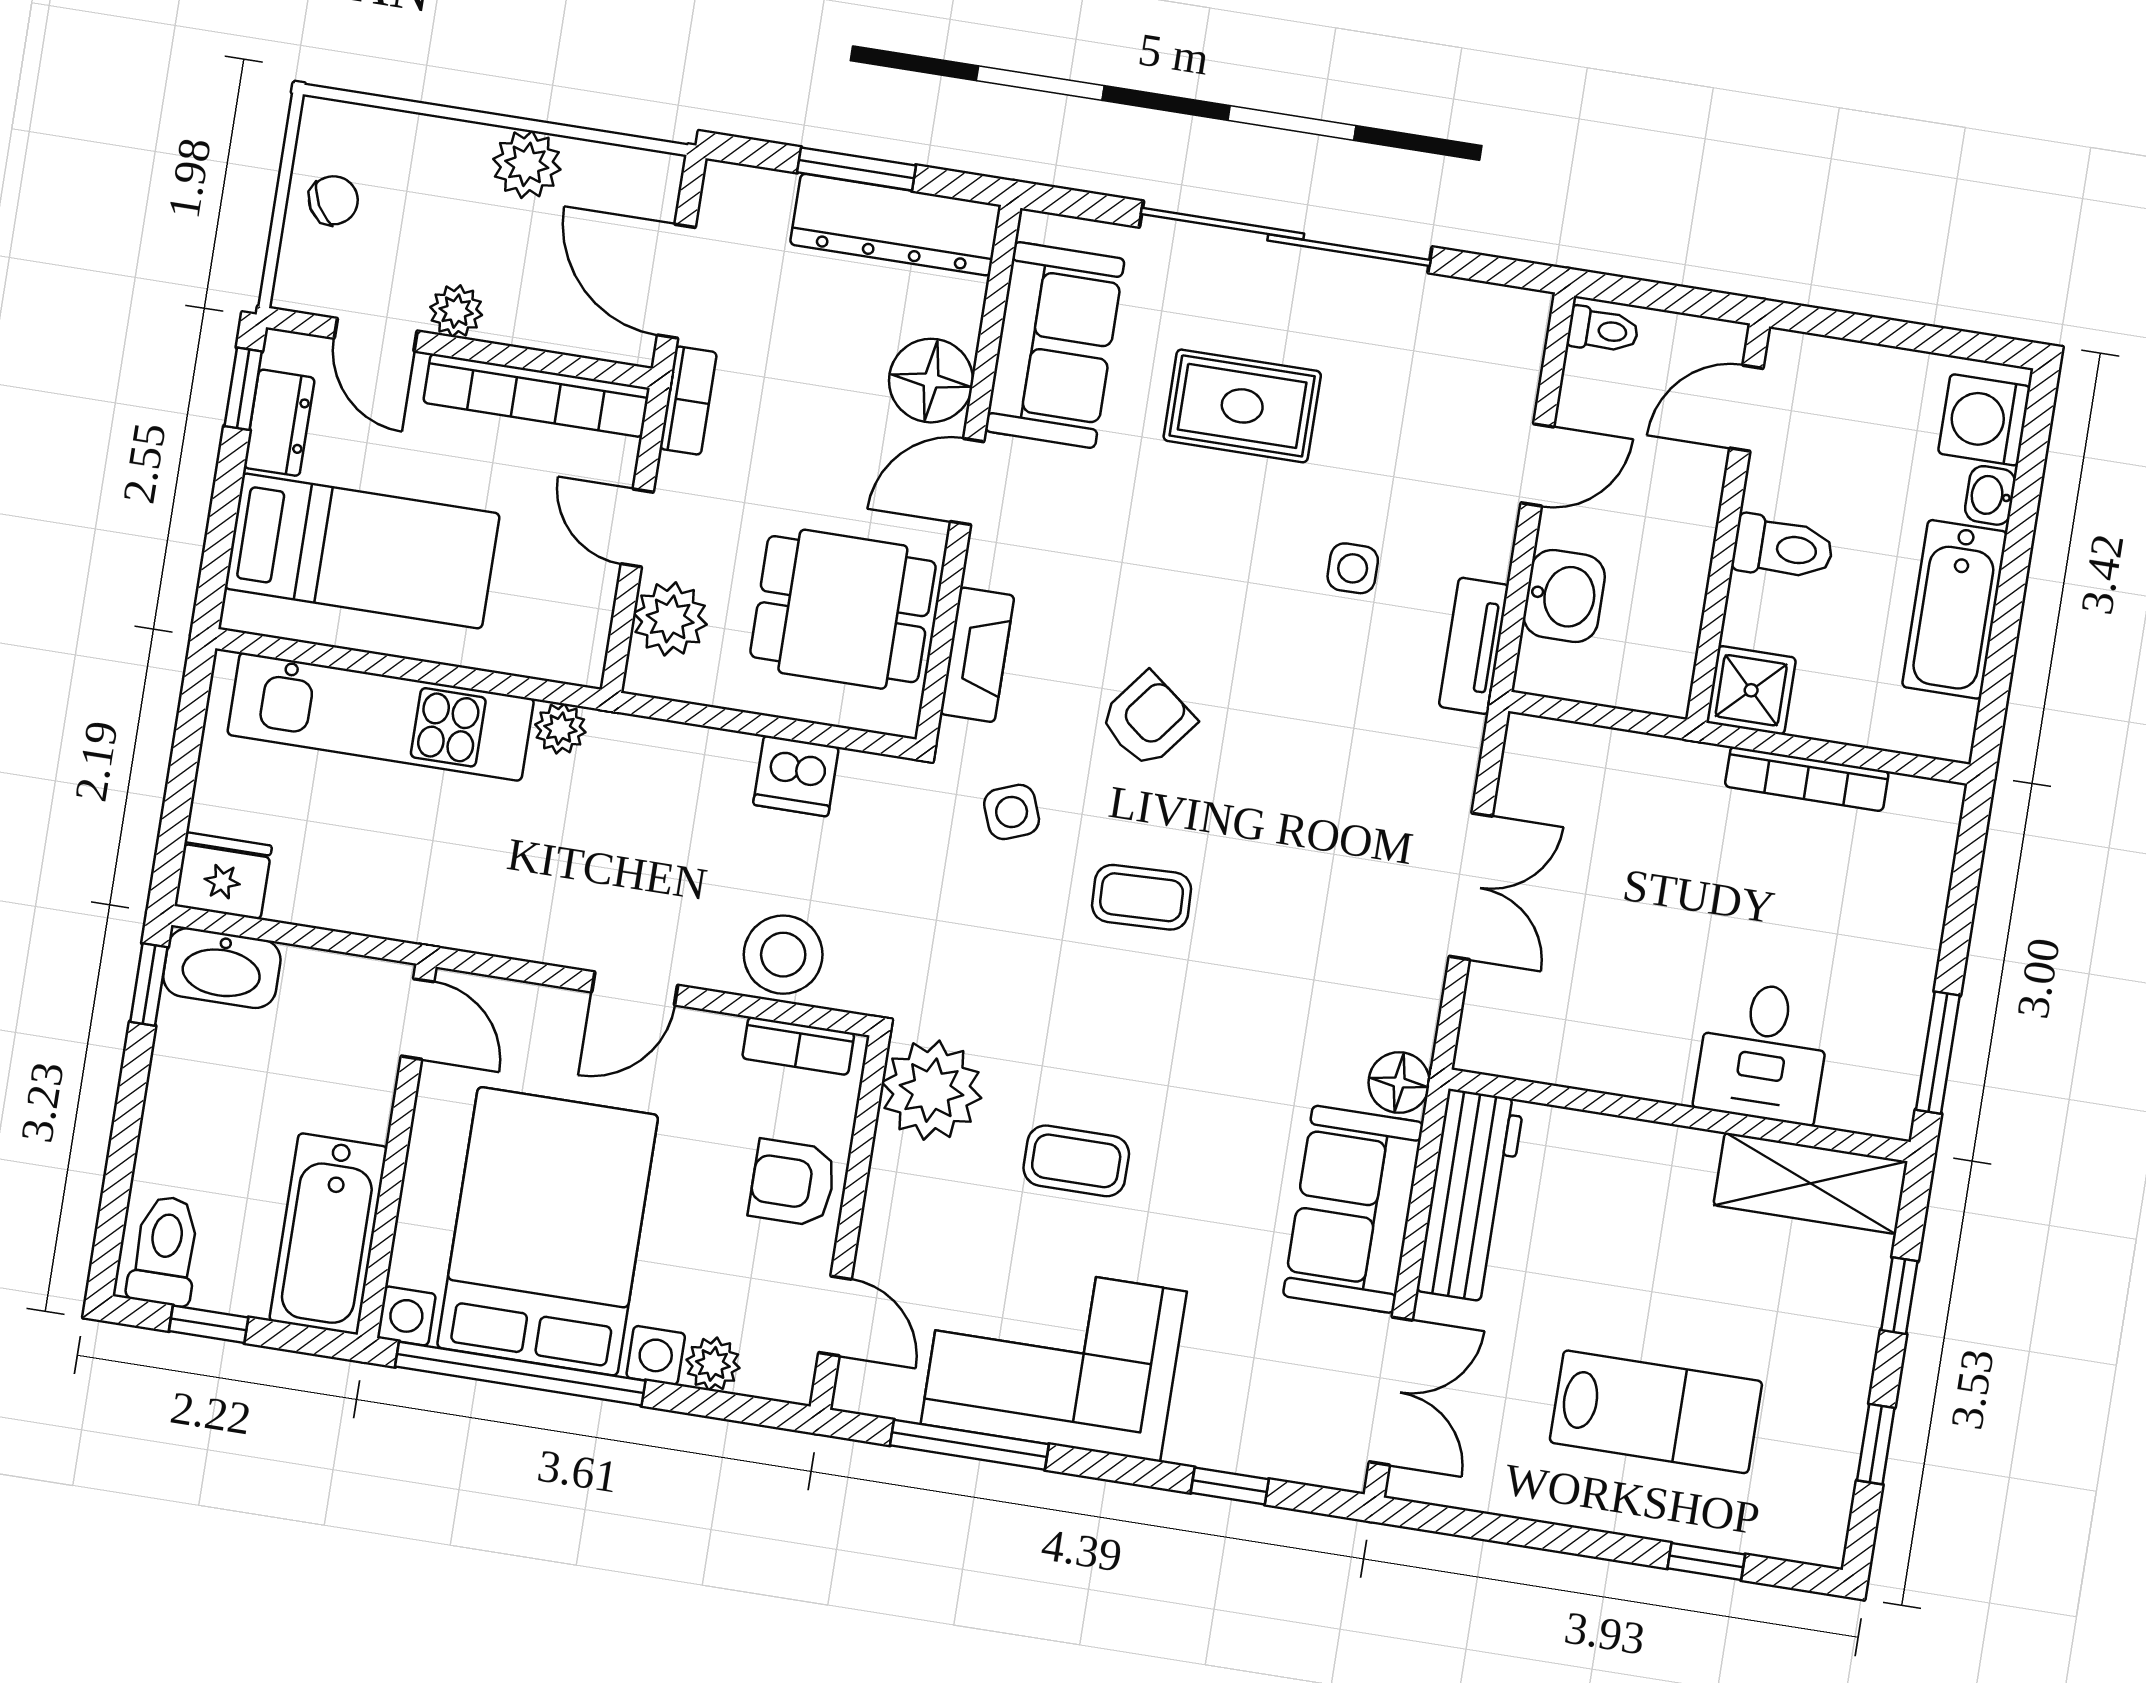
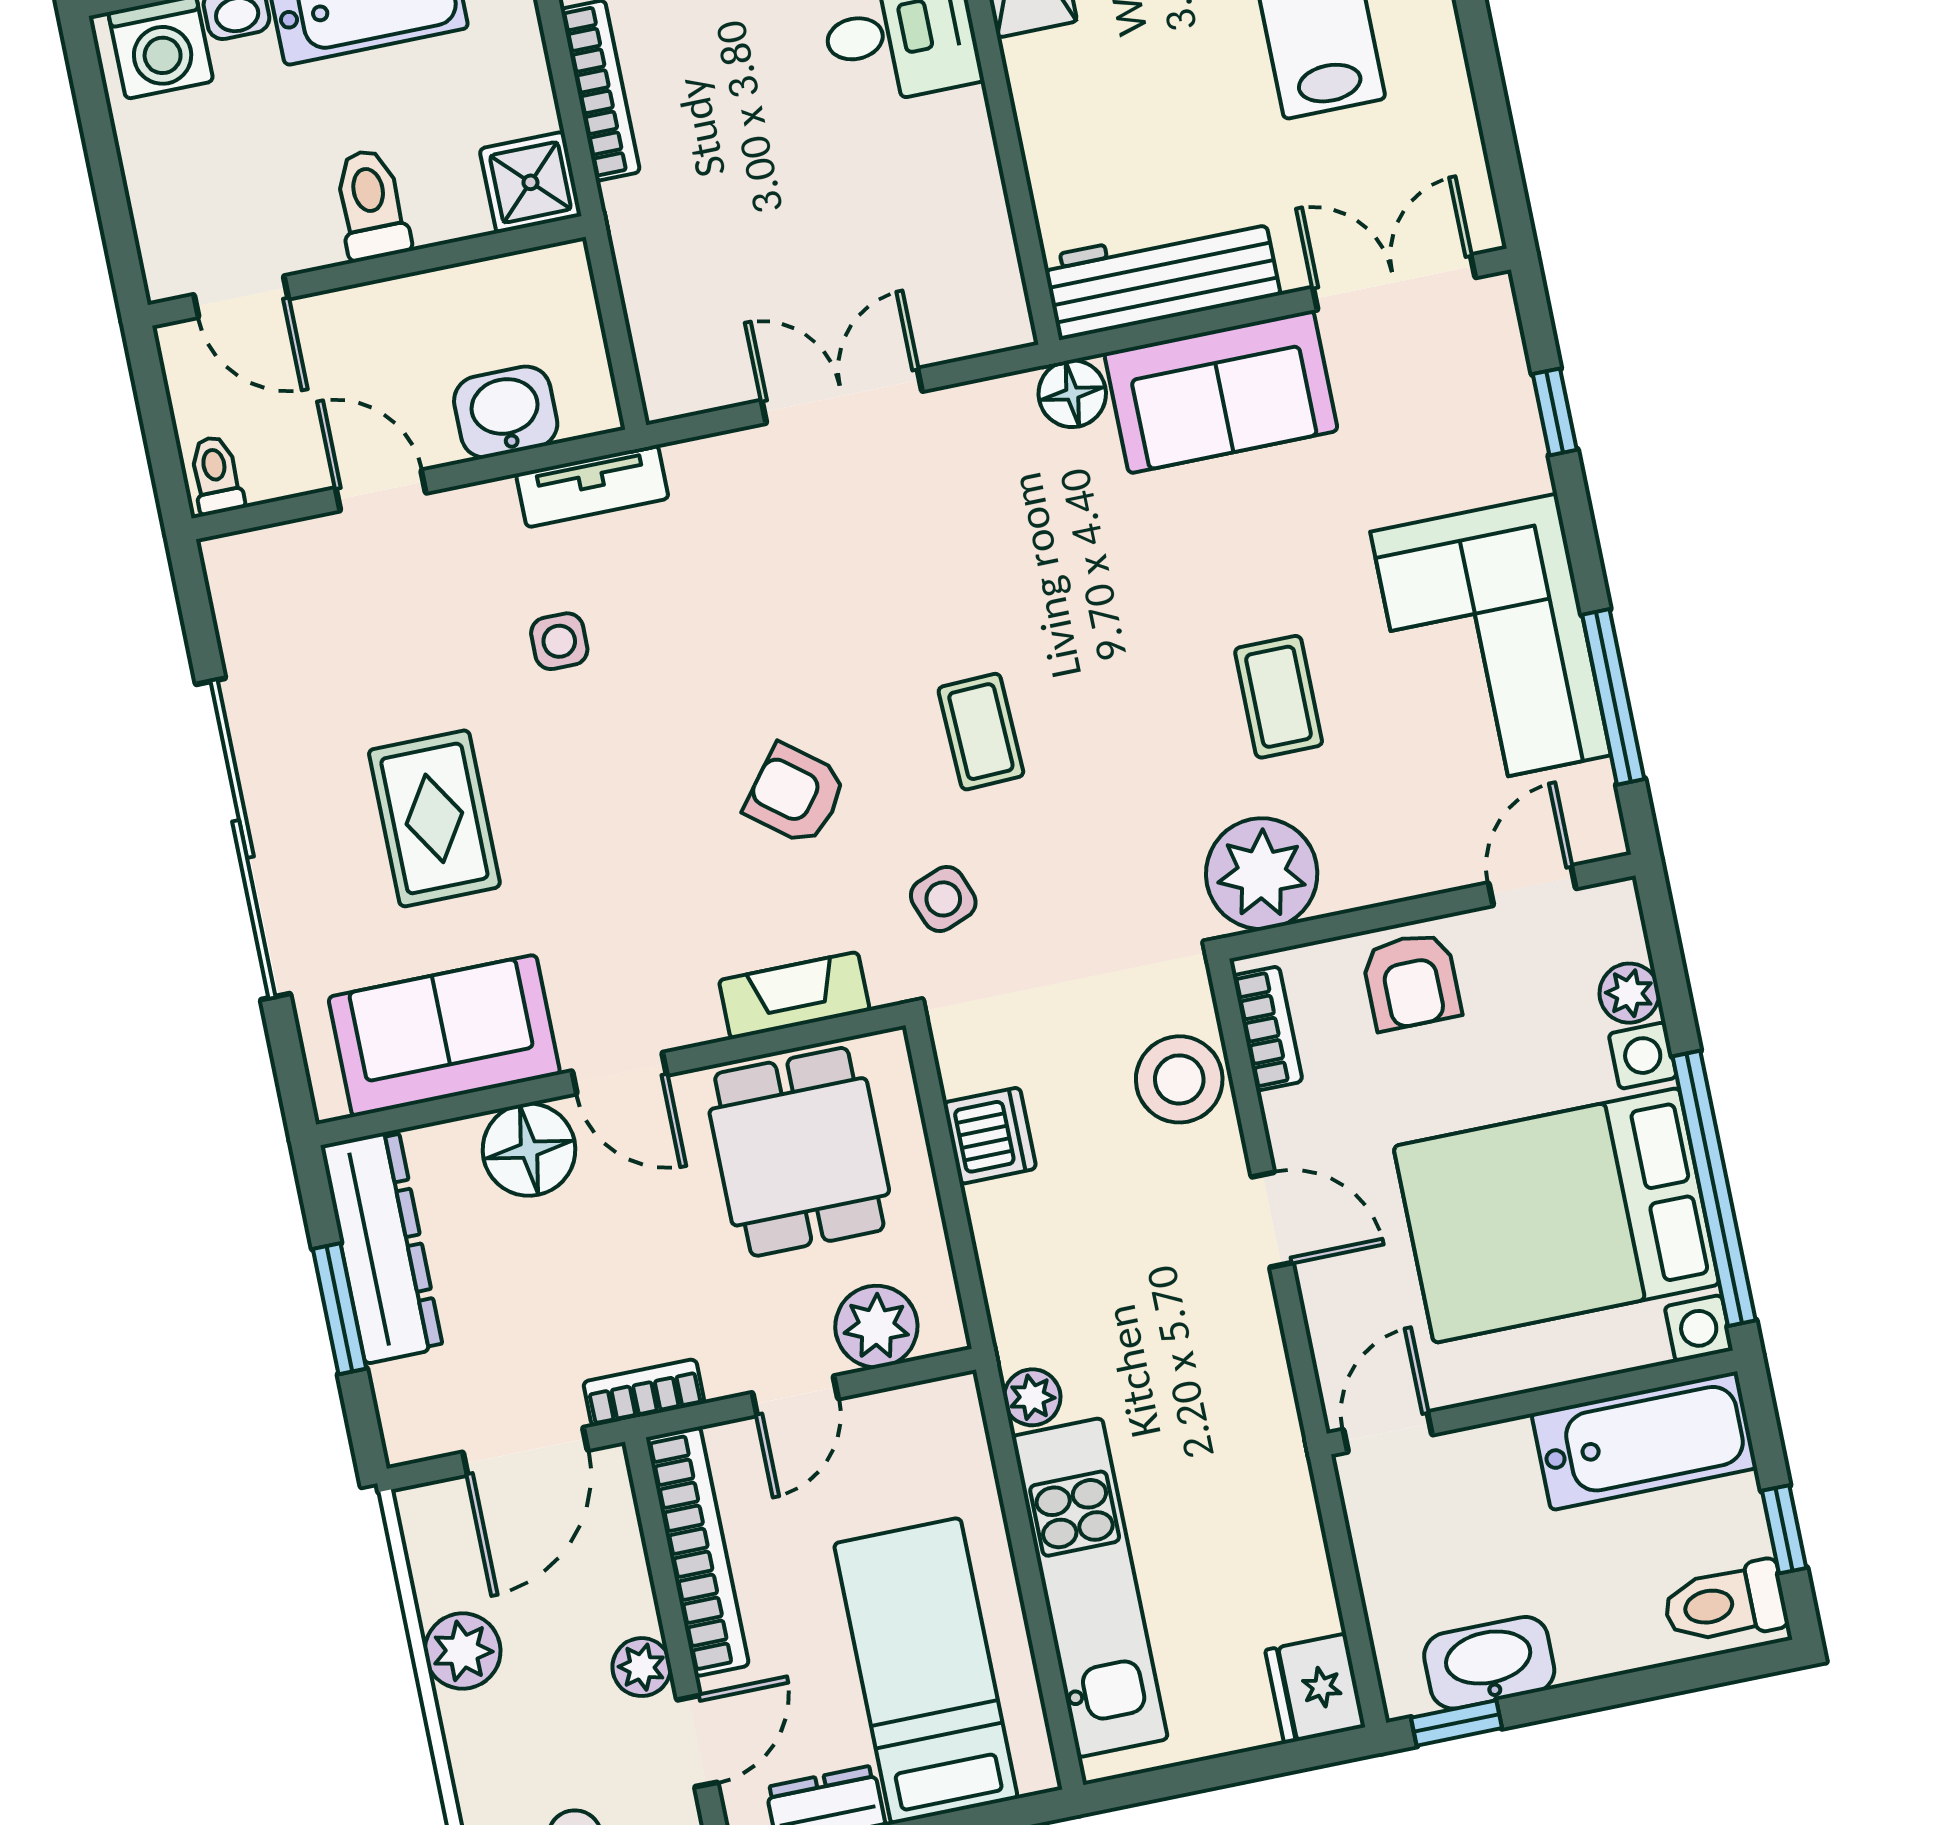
washbasin: (222, 968) -> (1489, 1663), moved, turned -90

